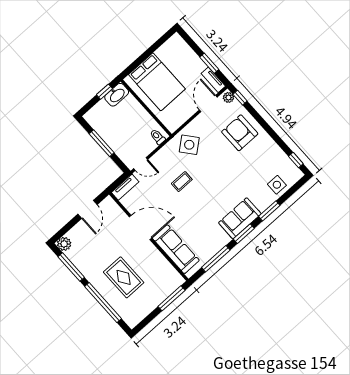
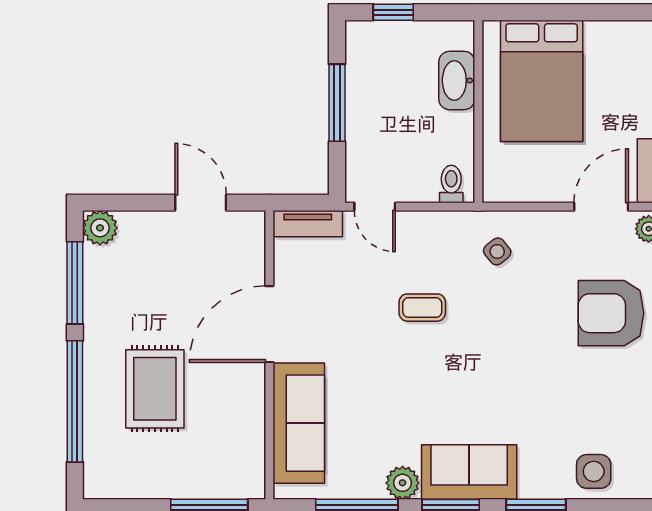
window: (105, 92) -> (393, 12), moved
washbasin: (117, 95) -> (457, 80), moved, turned 90
armchair: (240, 133) -> (611, 313), turned -90
side table: (189, 145) -> (497, 251), width x0.54, depth x0.54
door: (87, 209) -> (201, 203), swing flipped
door: (141, 227) -> (269, 324), swing flipped
plant: (223, 239) -> (403, 483), added

